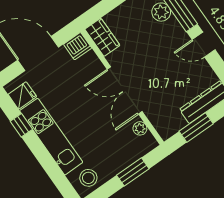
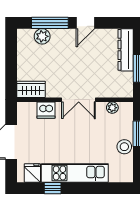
dishwasher: (78, 46) -> (46, 110), moved, turned 90
double door: (125, 90) -> (79, 100), width x0.73
stool: (88, 178) -> (124, 147), moved

